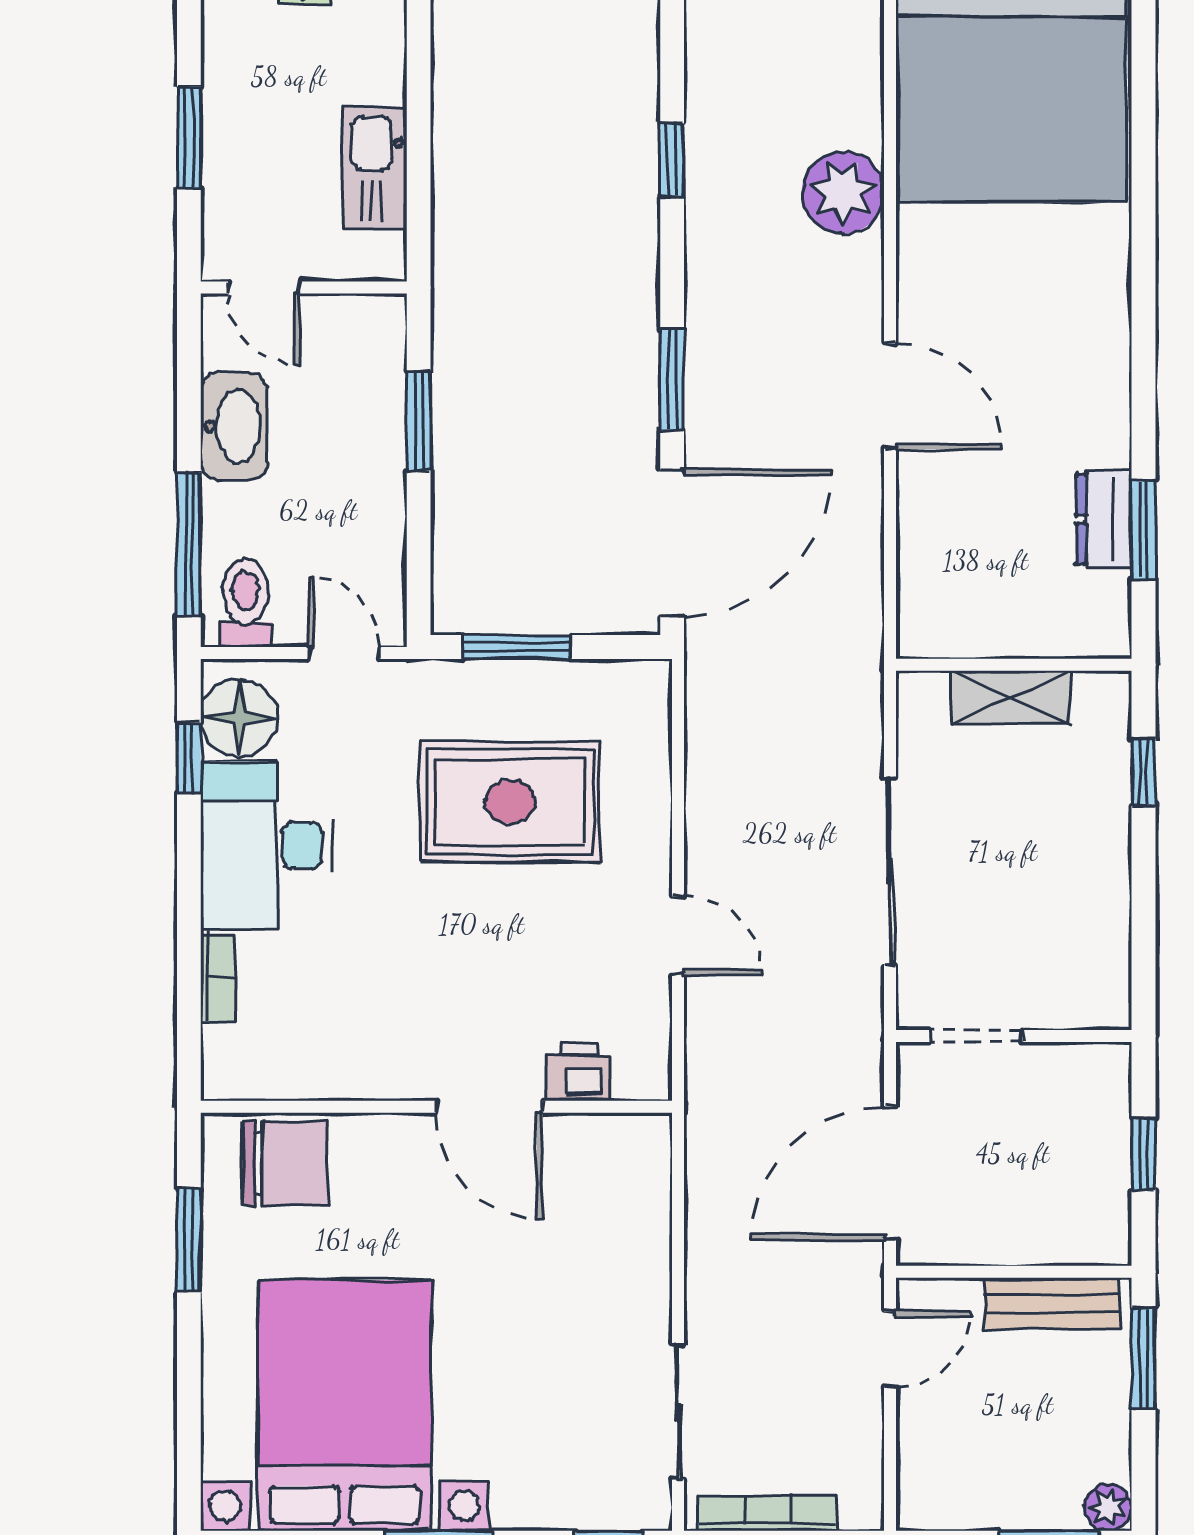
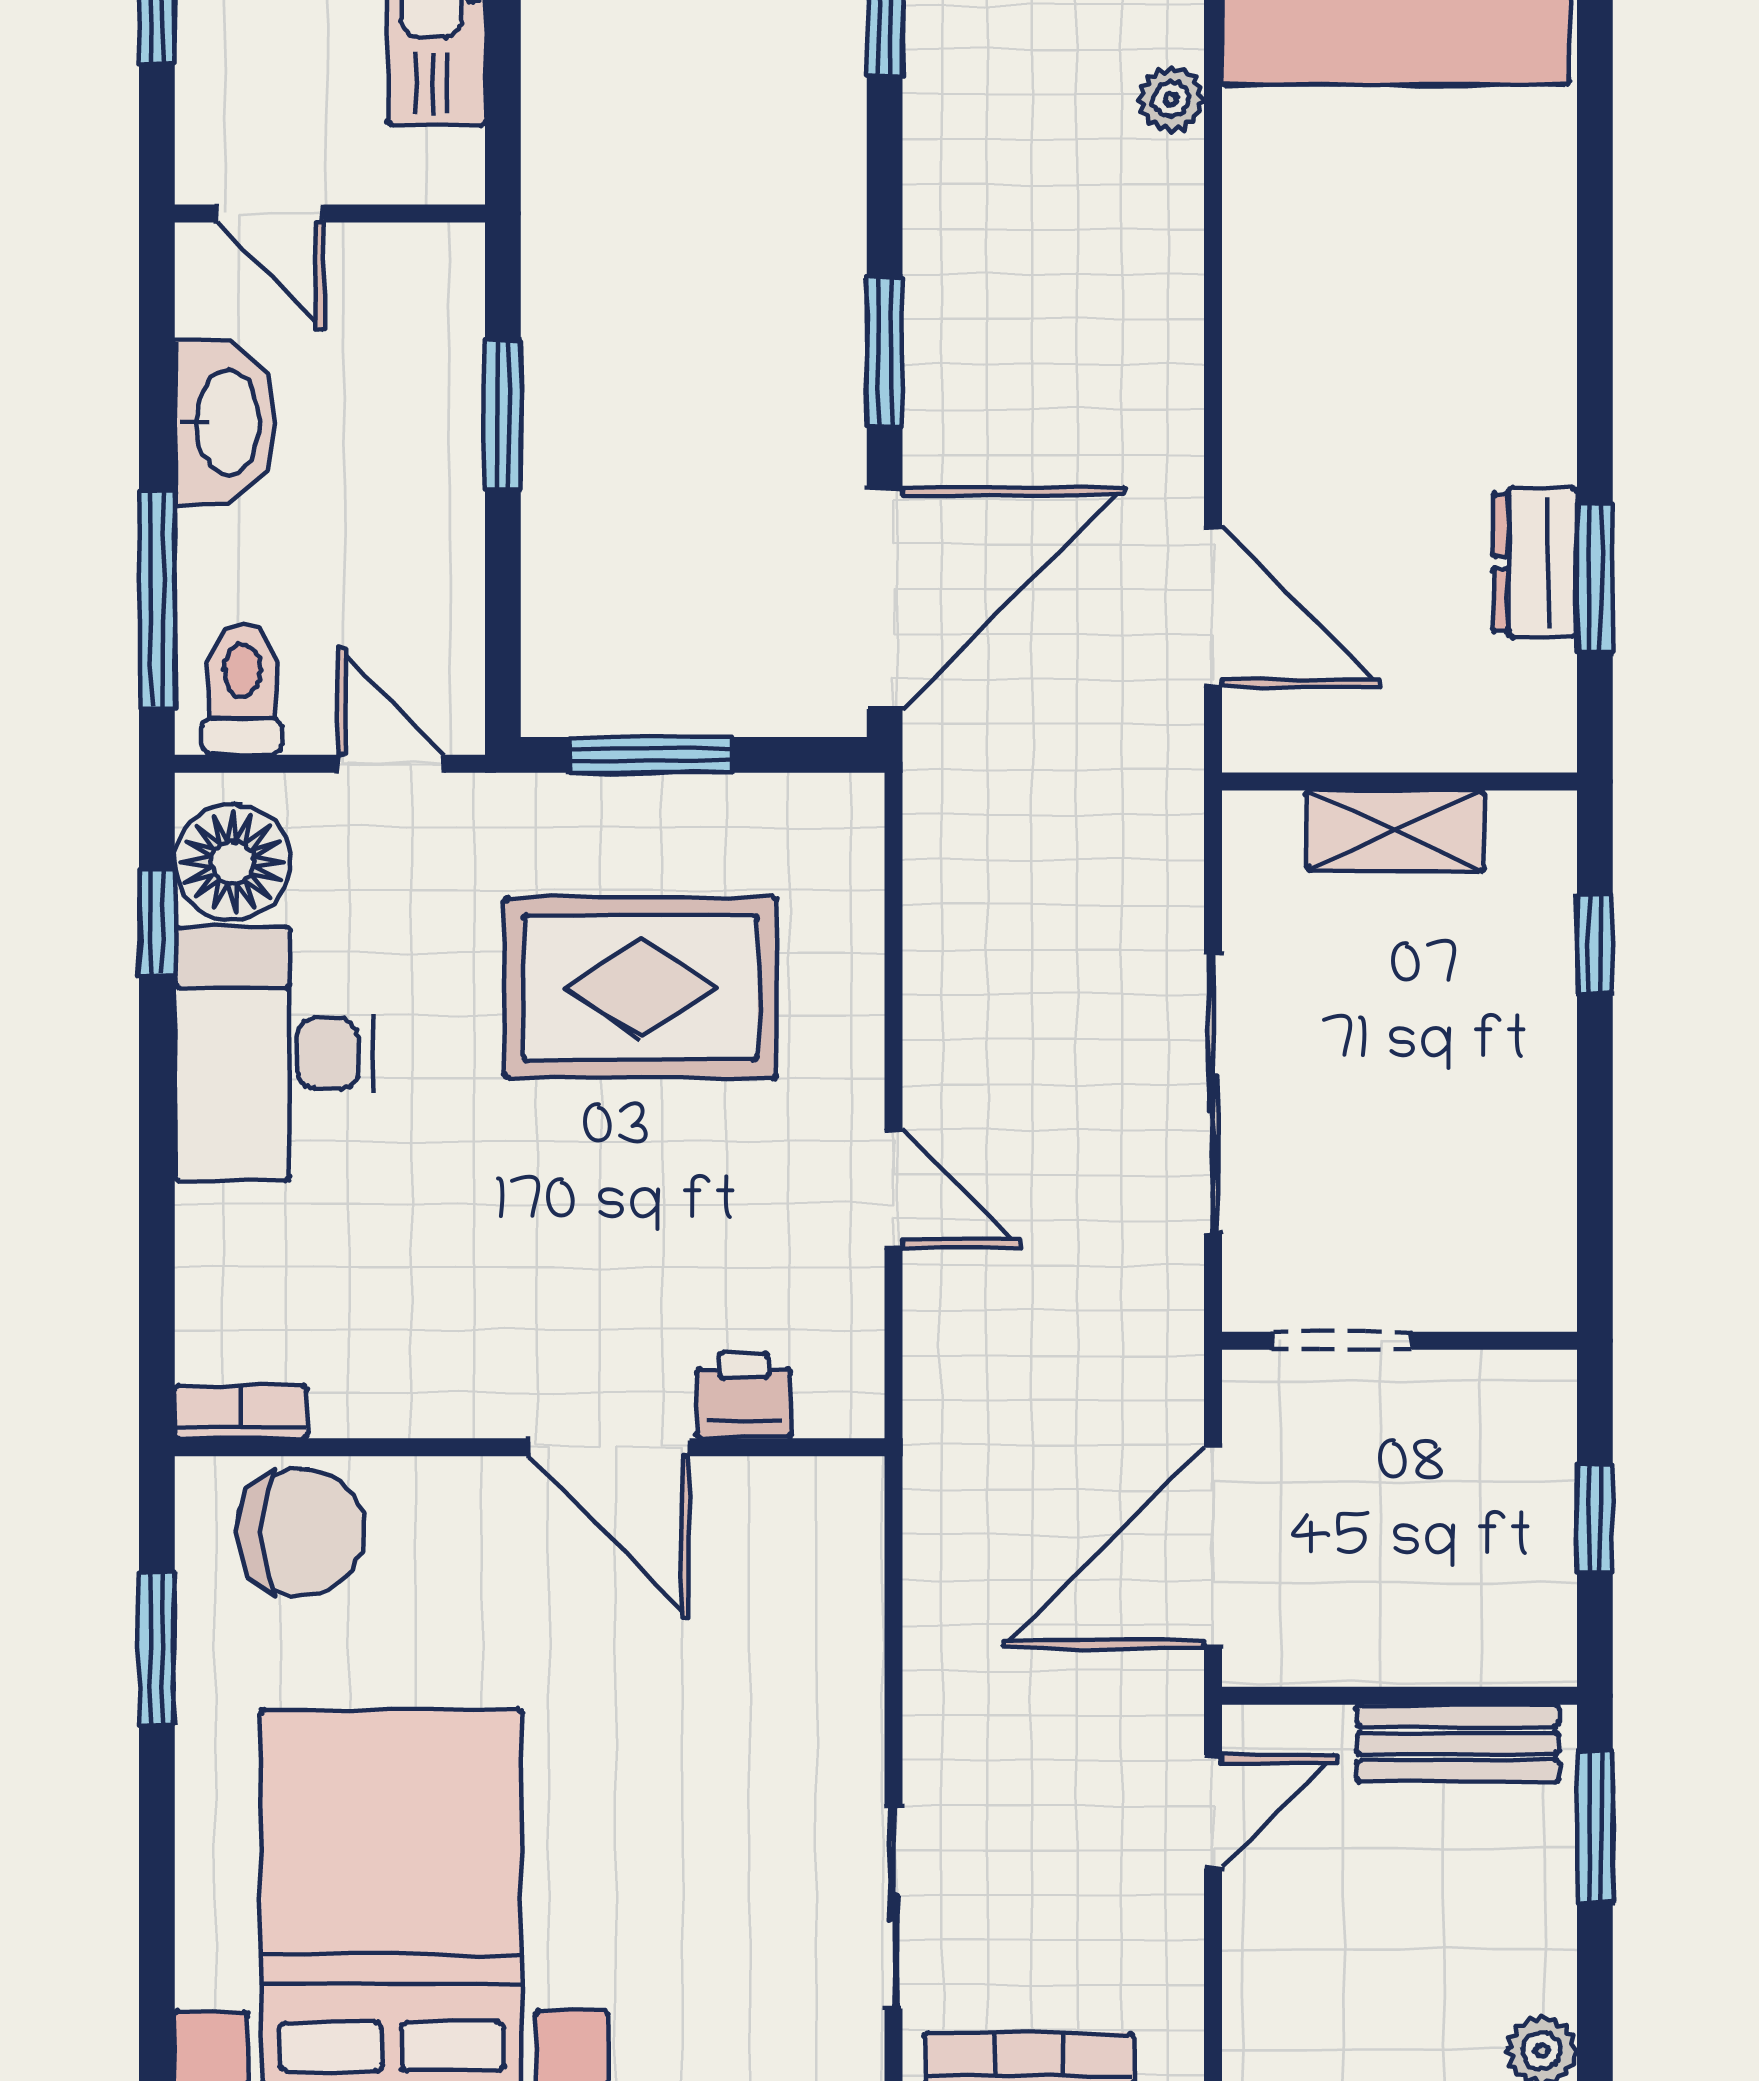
plant: (843, 193) -> (1171, 99), width x0.53, depth x0.53
door: (890, 396) -> (1213, 607), moved
bookcase: (218, 978) -> (241, 1412), moved, turned -90

